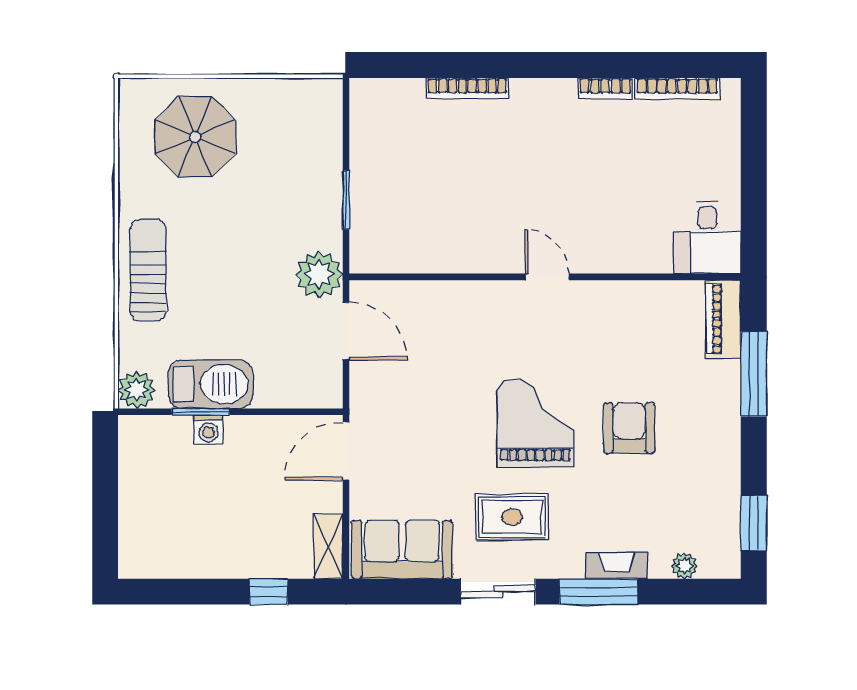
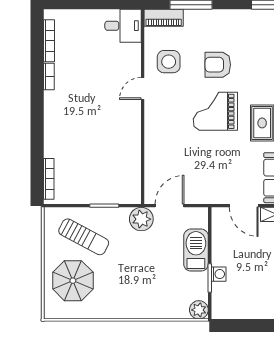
bookcase: (467, 88) -> (49, 179), moved
sun lounger: (148, 270) -> (84, 237), moved, turned -152
door: (547, 277) -> (143, 88), moved
side table: (635, 329) -> (169, 62), added
barbecue: (211, 384) -> (196, 250), moved
door: (346, 451) -> (244, 206), moved

